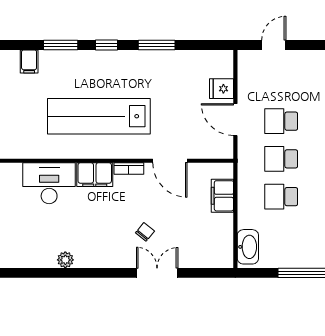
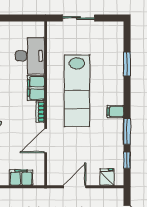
window: (107, 45) -> (127, 160), moved
filing cabinet: (29, 61) -> (115, 112), moved
fridge: (222, 89) -> (107, 177), moved
lab bench: (99, 116) -> (77, 91), turned 180

